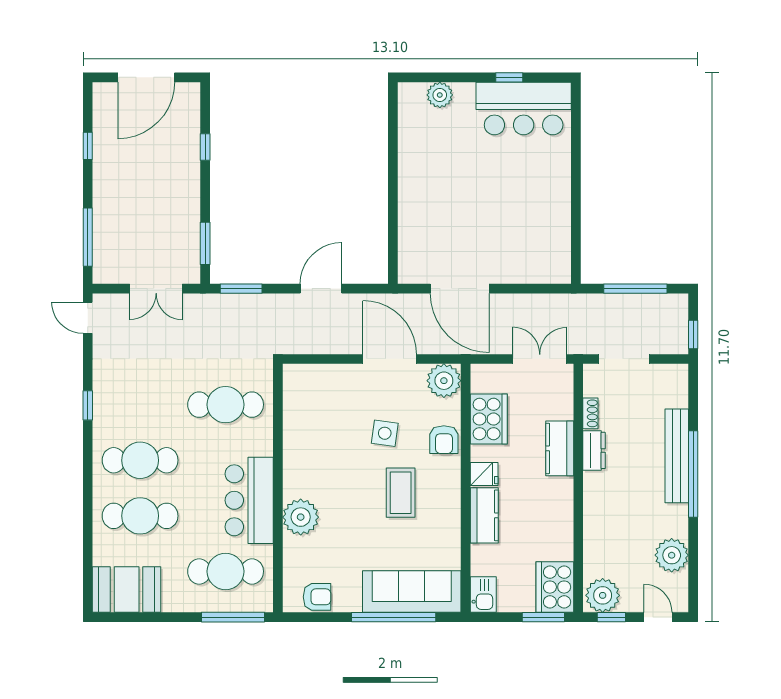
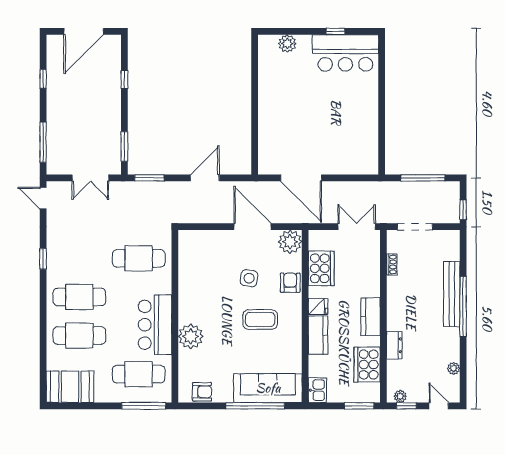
armchair: (444, 440) -> (290, 283), turned 180
kitchen counter: (560, 448) -> (371, 317), moved
dresser: (594, 450) -> (394, 345), moved
coffee table: (401, 493) -> (260, 319), turned 90
plant: (672, 555) -> (454, 368), width x0.53, depth x0.53
cooker: (555, 587) -> (367, 364), moved
plant: (603, 595) -> (400, 396), width x0.53, depth x0.53

